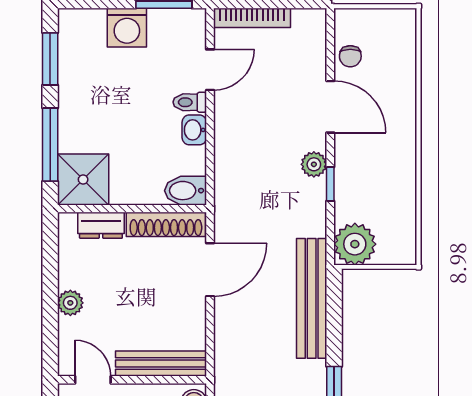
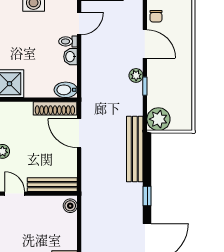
dresser: (101, 225) -> (19, 109), removed
door: (210, 270) -> (79, 133), swing flipped

